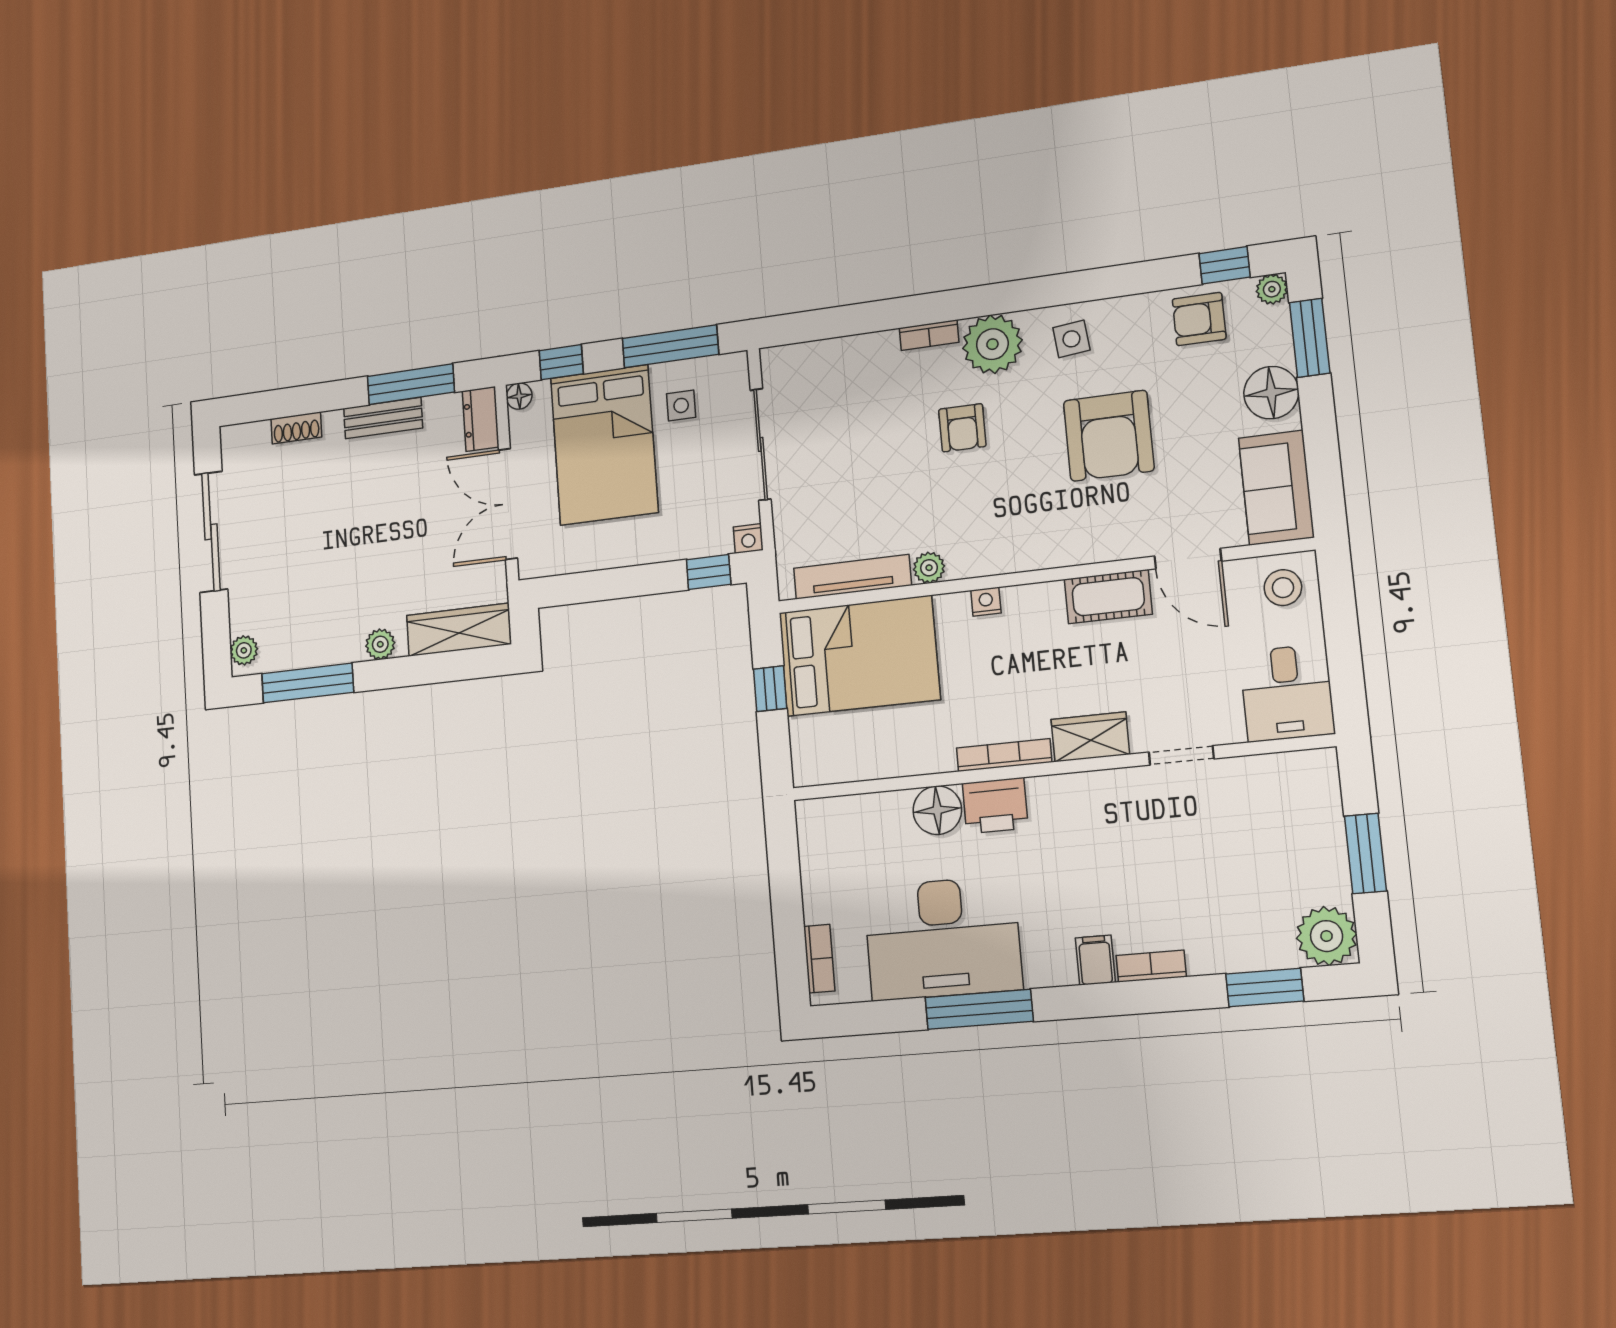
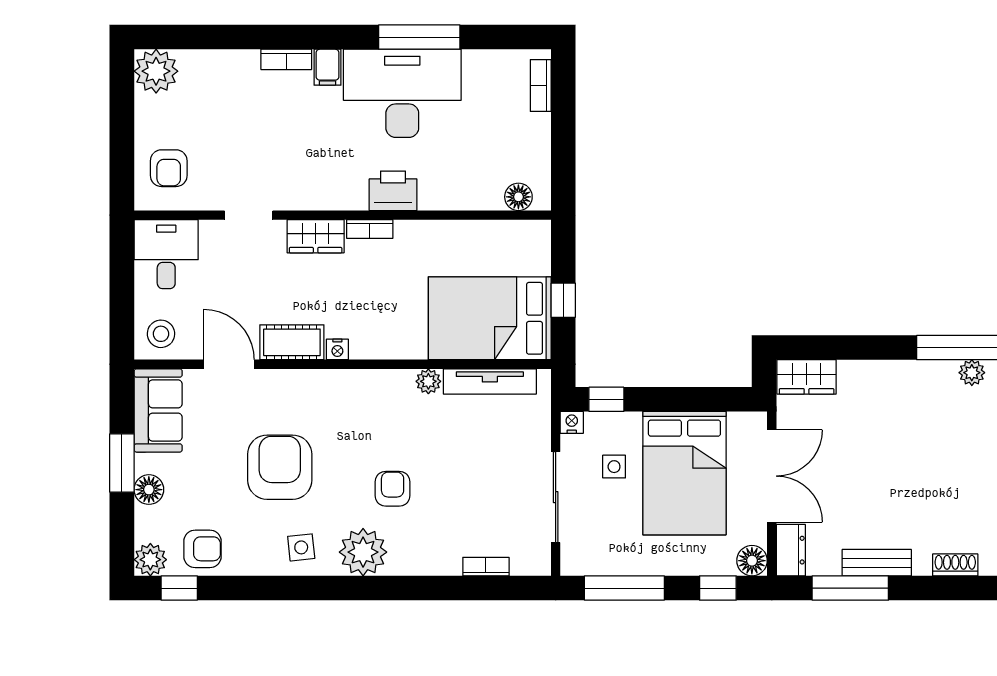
plant: (1272, 289) -> (150, 560), width x1.38, depth x1.38
bookcase: (929, 335) -> (486, 567), moved
window: (1310, 338) -> (122, 463), moved
floor lamp: (1271, 393) -> (149, 490), width x0.73, depth x0.73
floor lamp: (519, 396) -> (752, 561), width x1.37, depth x1.37
side table: (681, 405) -> (614, 467), moved
bed: (604, 445) -> (684, 473), moved, turned 180
nightstand: (986, 602) -> (337, 349), moved
wardrobe: (459, 630) -> (807, 377), width x0.67
plant: (380, 644) -> (972, 373), moved
bookcase: (1004, 755) -> (370, 229), width x0.64
armchair: (1295, 807) -> (169, 168), added
floor lamp: (937, 810) -> (518, 197), moved, width x0.73, depth x0.73
window: (1365, 854) -> (122, 129), removed
desk: (943, 938) -> (402, 93), moved
window: (1265, 988) -> (205, 37), removed

